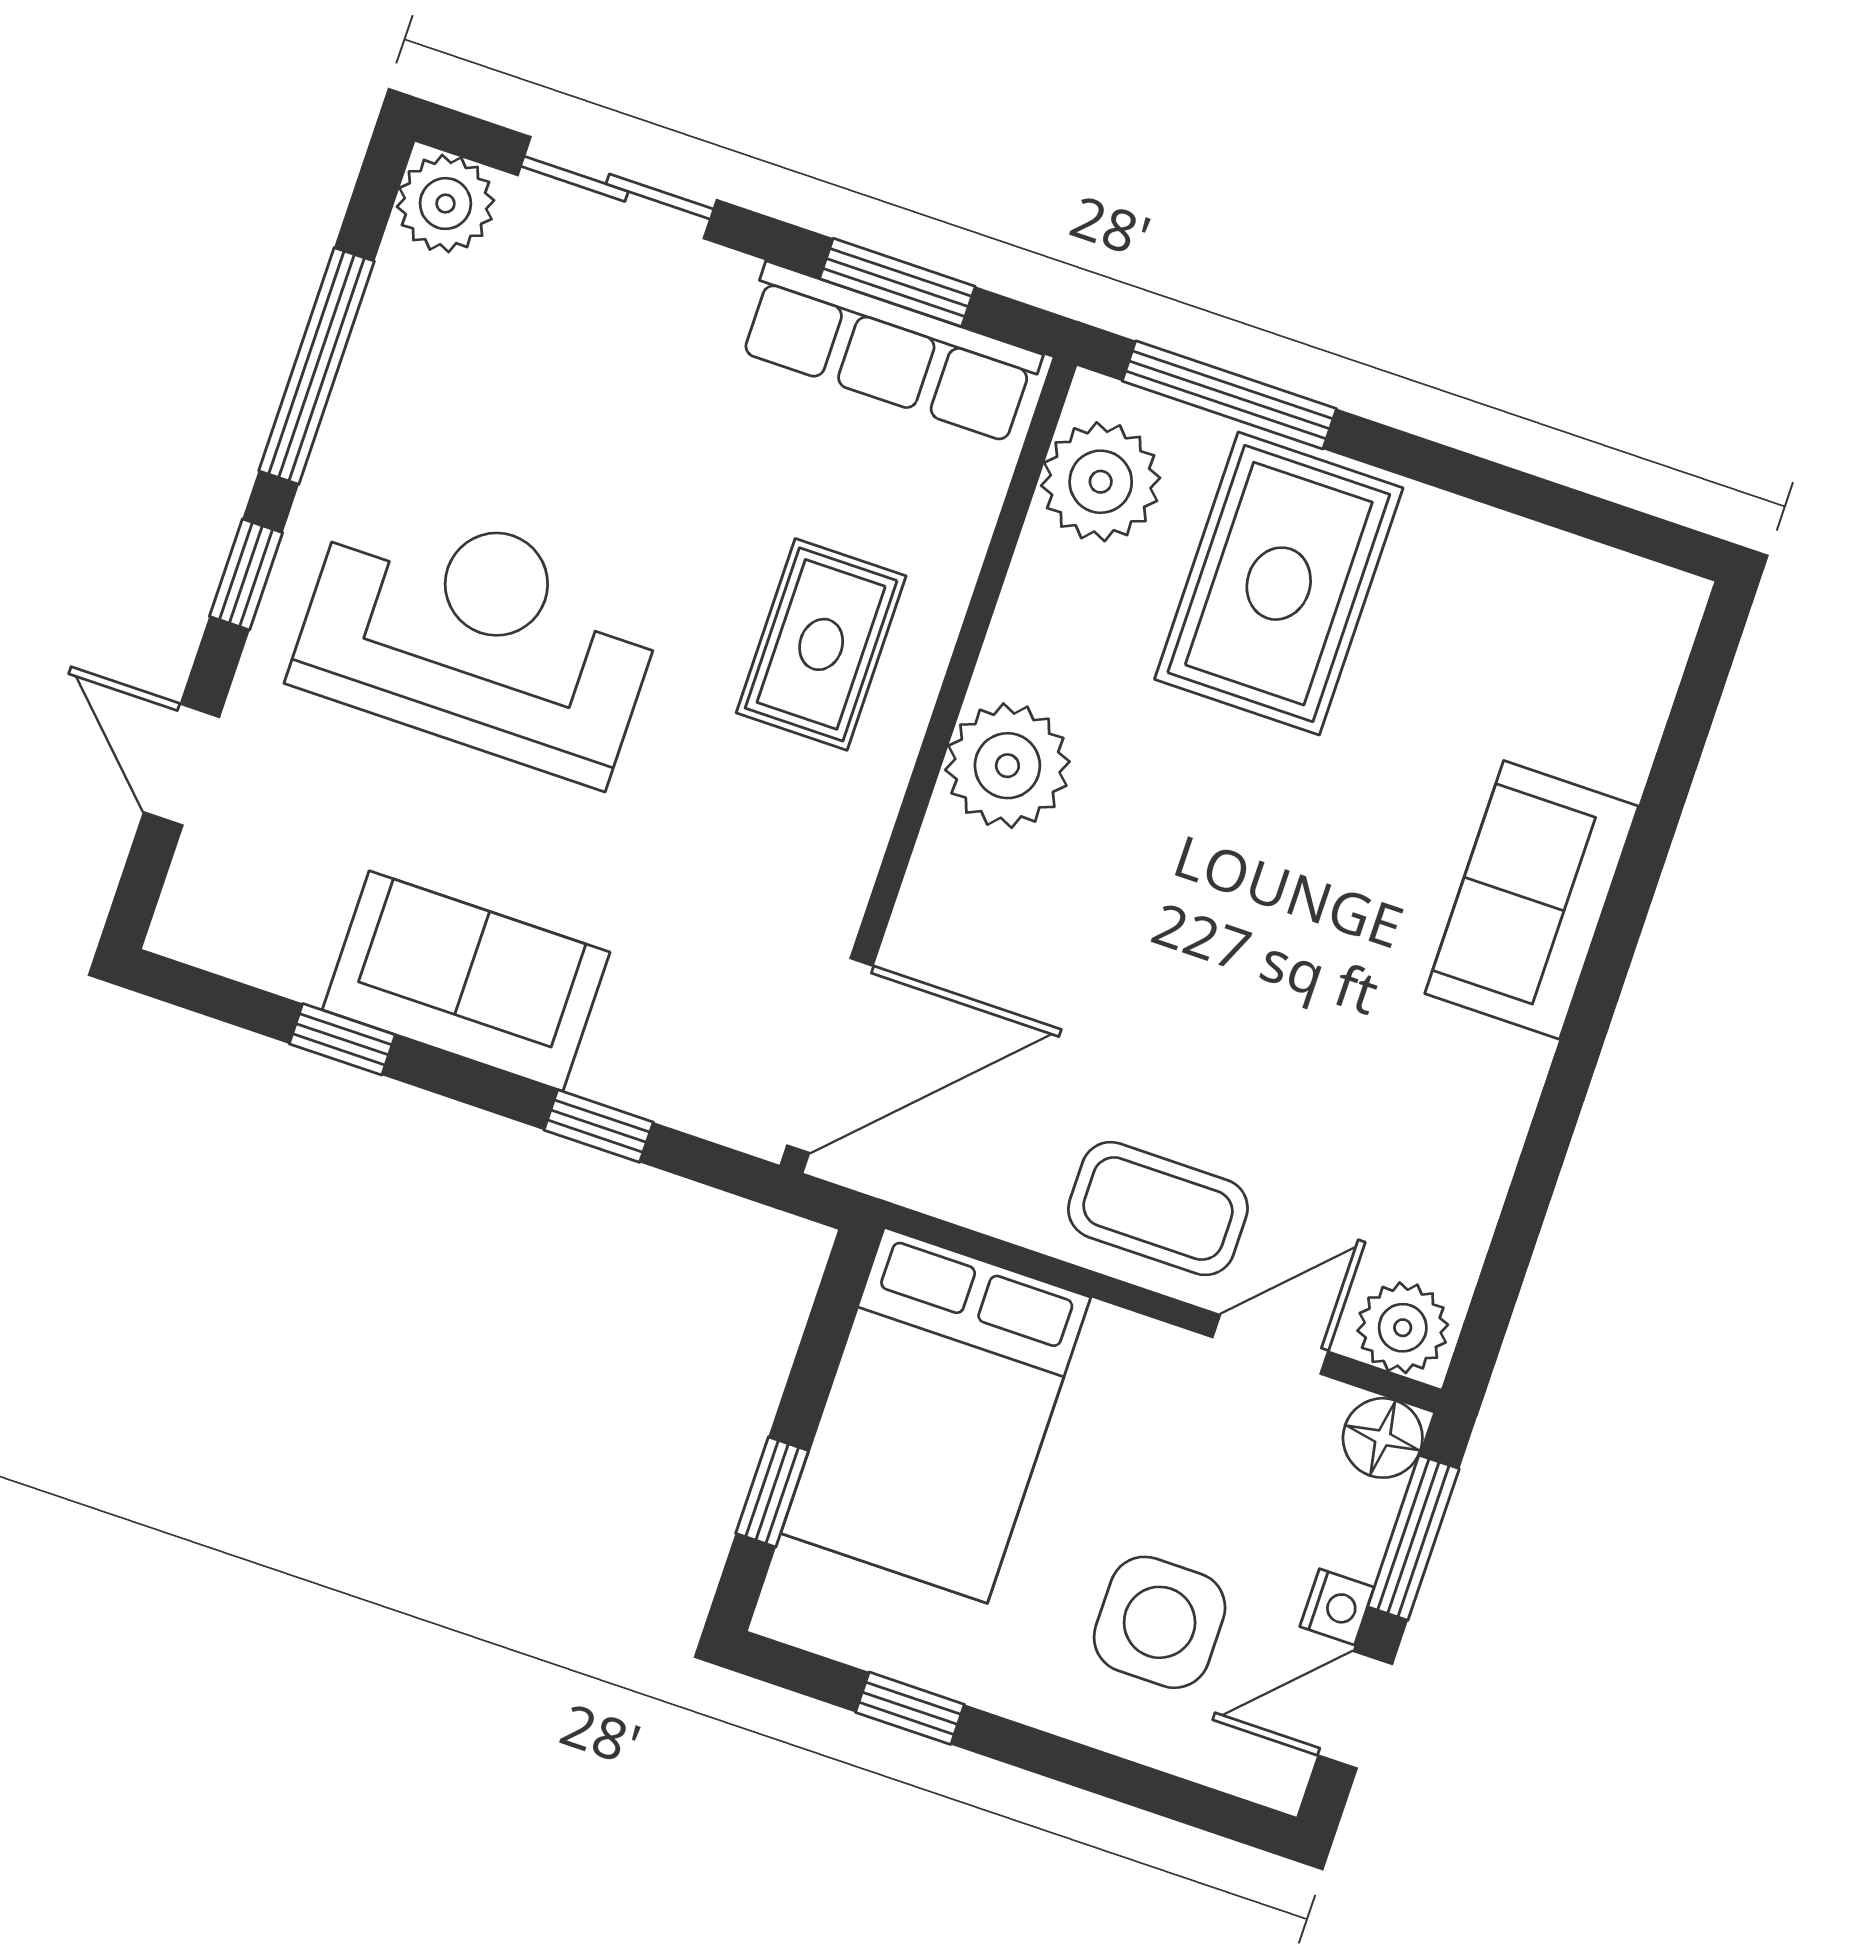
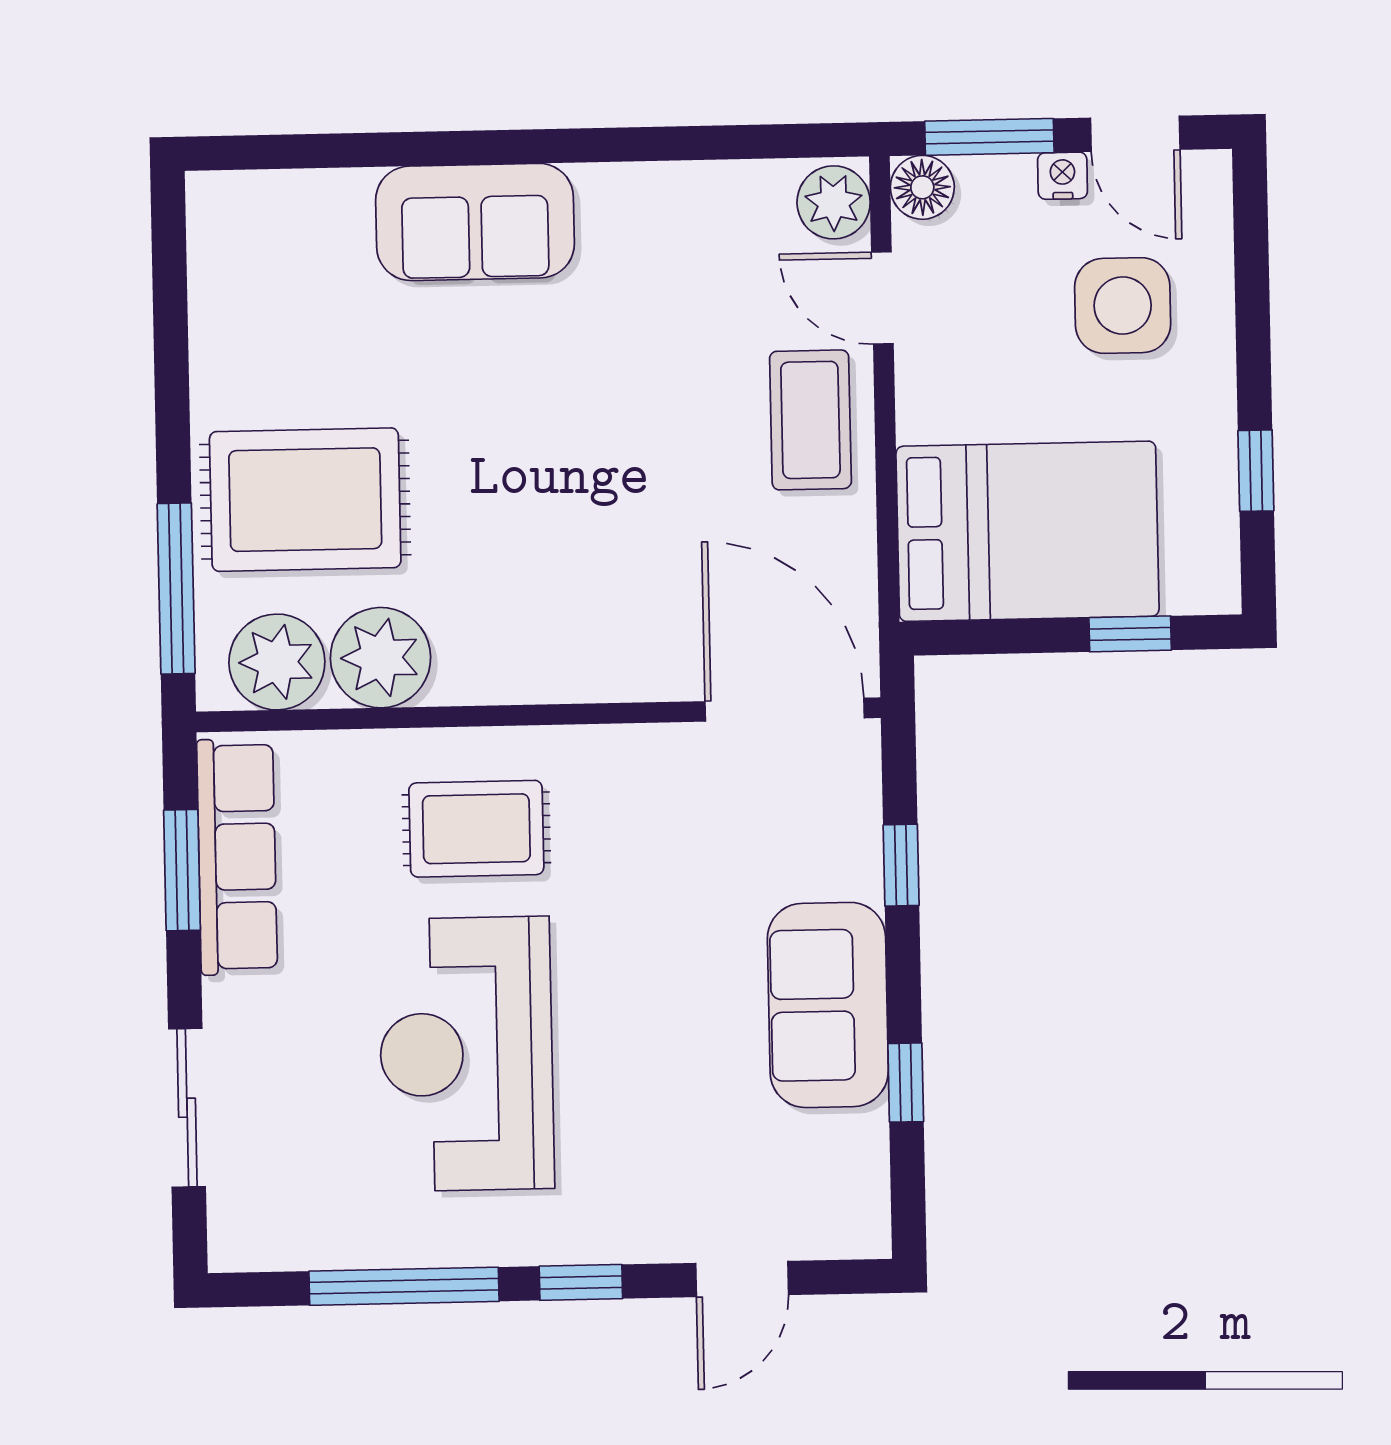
plant: (445, 204) -> (246, 1233), removed
reception desk: (479, 637) -> (466, 1054), moved
plant: (1007, 766) -> (381, 658), moved

